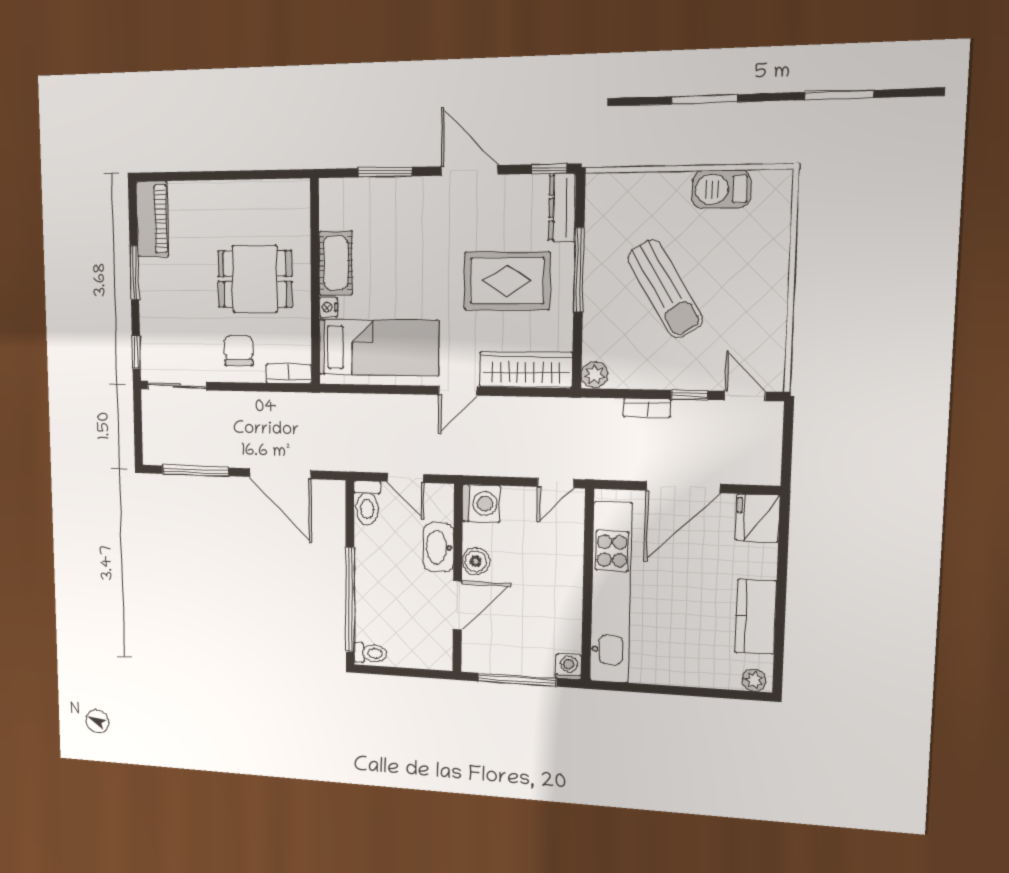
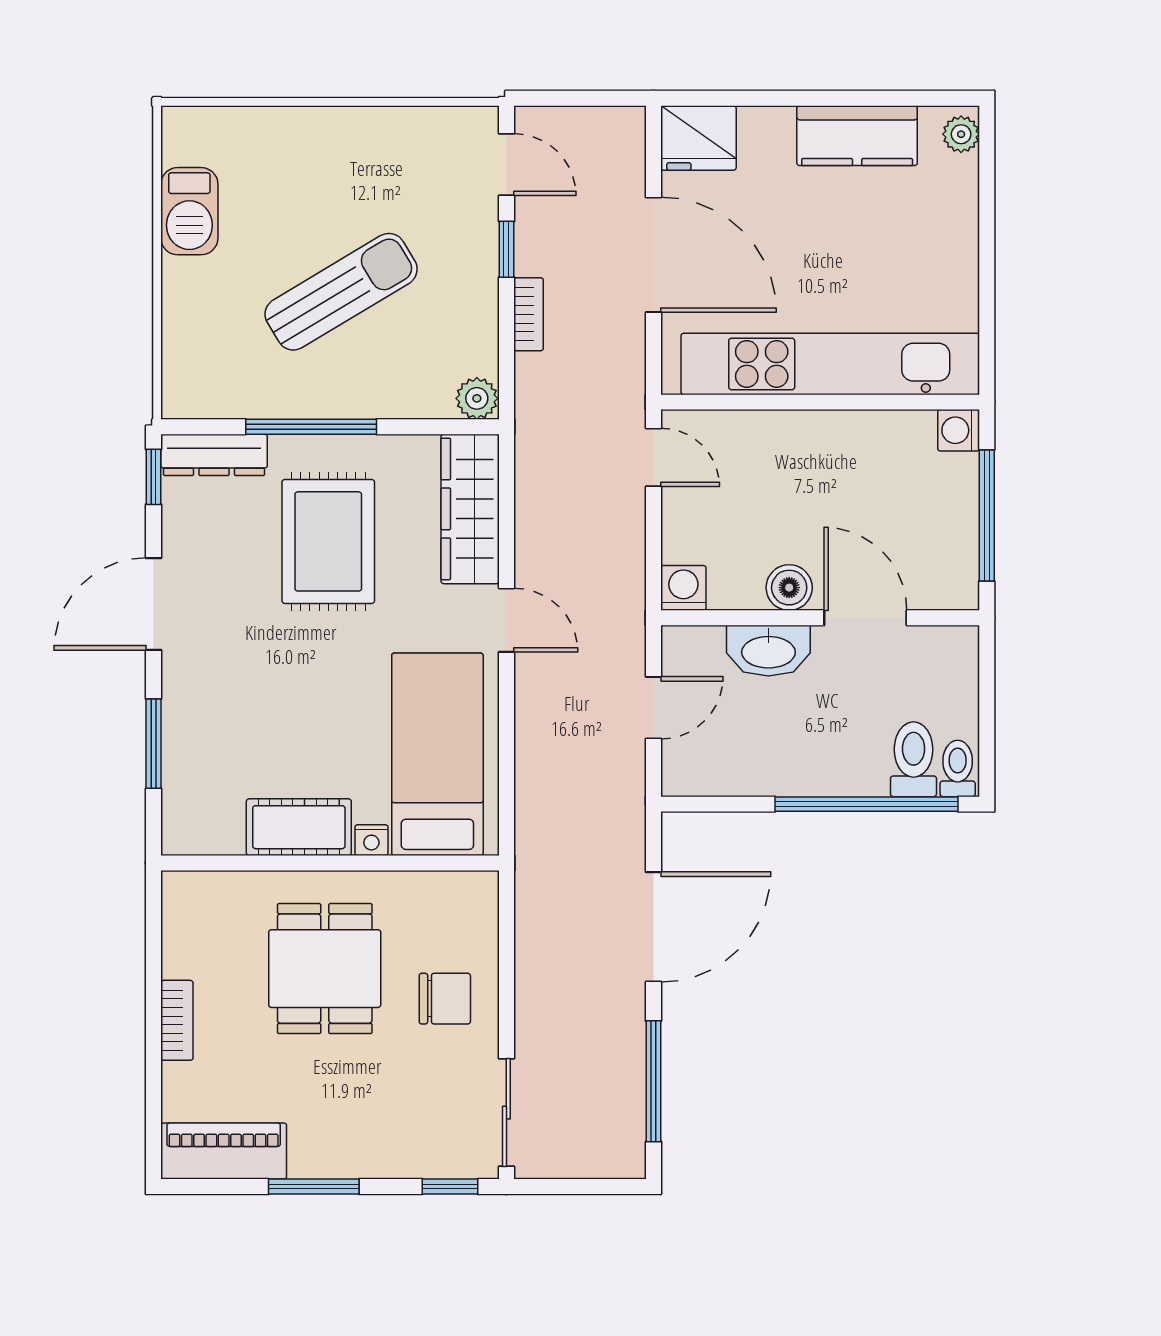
chair: (239, 350) -> (445, 999), turned 180
bookcase: (289, 374) -> (177, 1020), moved, turned 180
door: (745, 396) -> (506, 164), swing flipped
toilet: (367, 503) -> (914, 759), moved, turned -90
washing machine: (481, 504) -> (683, 588), width x0.73, depth x0.73

